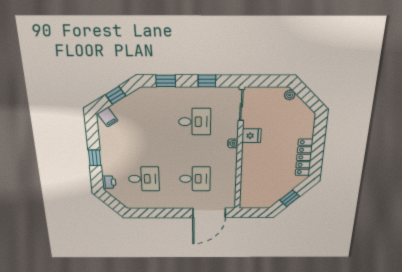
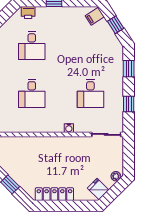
fridge: (252, 136) -> (98, 189), moved, turned 135

